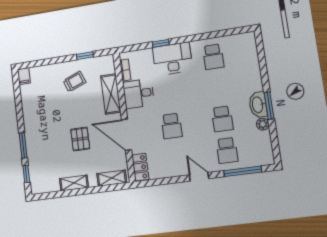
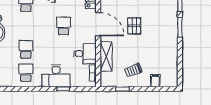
filing cabinet: (24, 76) -> (155, 81), moved
school desk: (222, 119) -> (26, 49), moved

